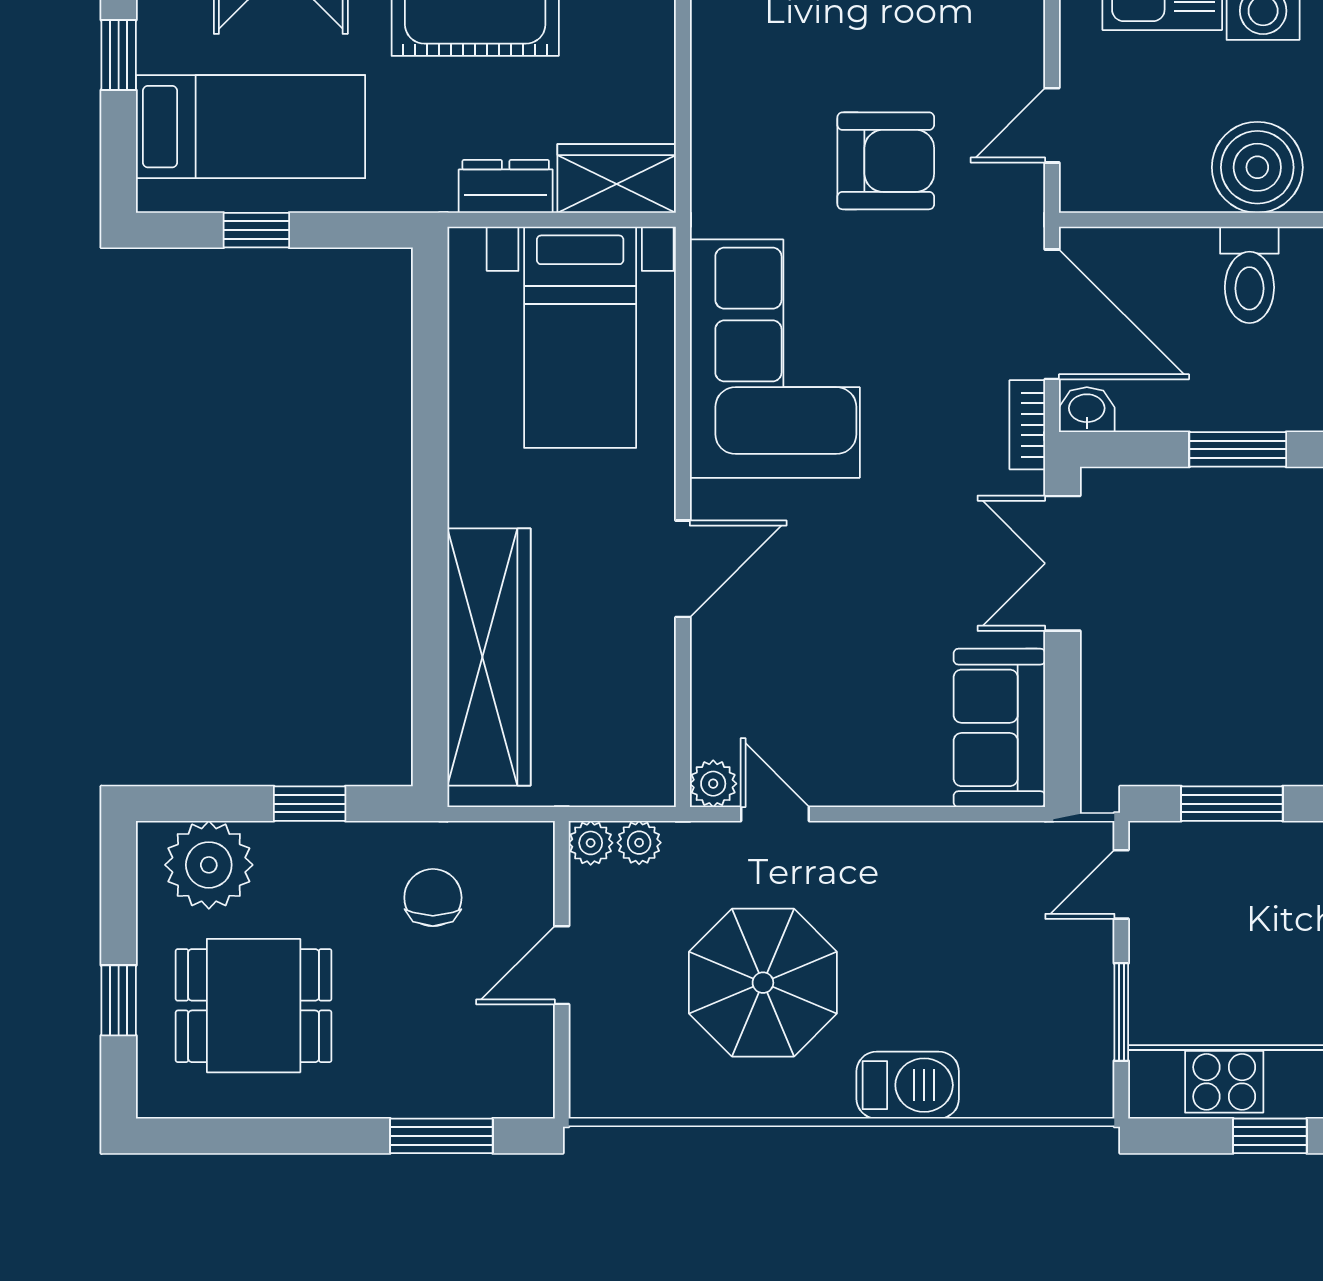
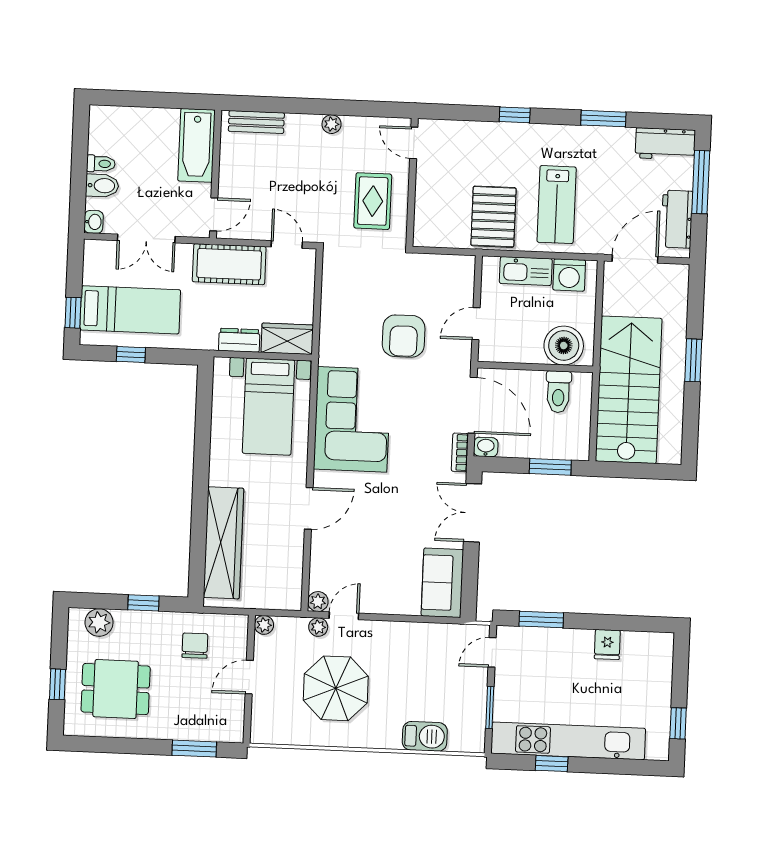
window: (119, 55) -> (73, 313), moved
armchair: (886, 161) -> (404, 336), turned 90
door: (775, 814) -> (344, 616), hinge flipped
plant: (639, 843) -> (318, 627), moved
plant: (209, 865) -> (99, 622), width x0.73, depth x0.73
barbecue: (908, 1085) -> (425, 736), moved

